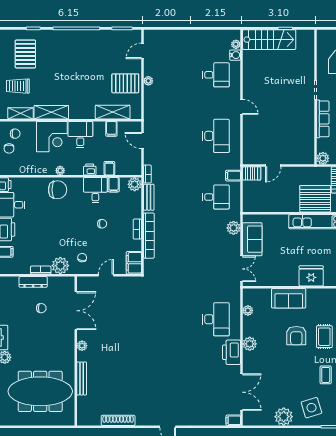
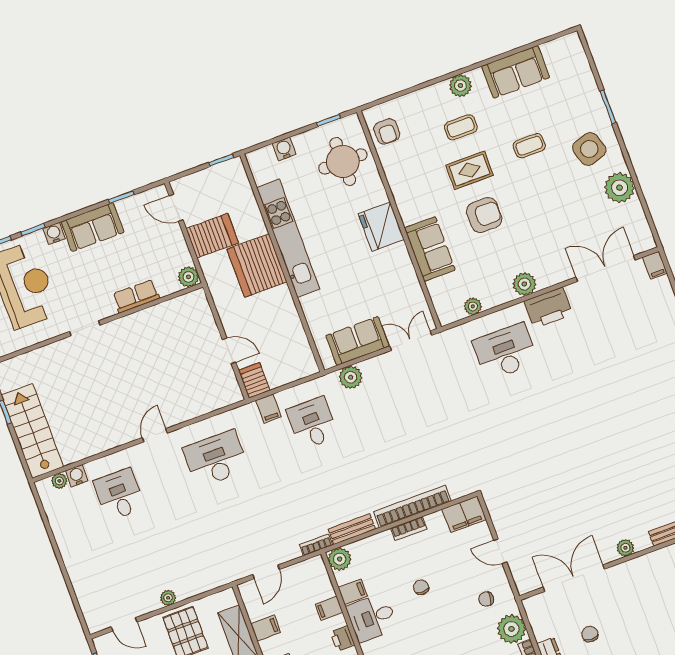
row of seats: (323, 119) -> (136, 296), width x0.68

